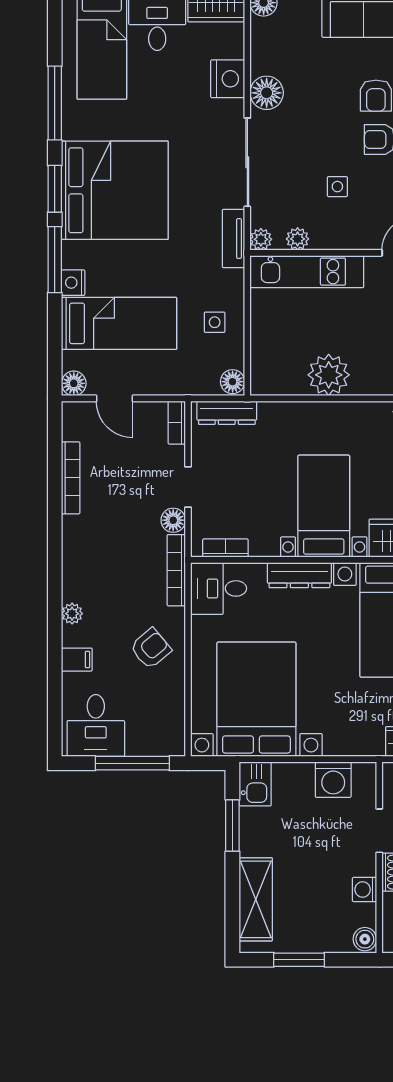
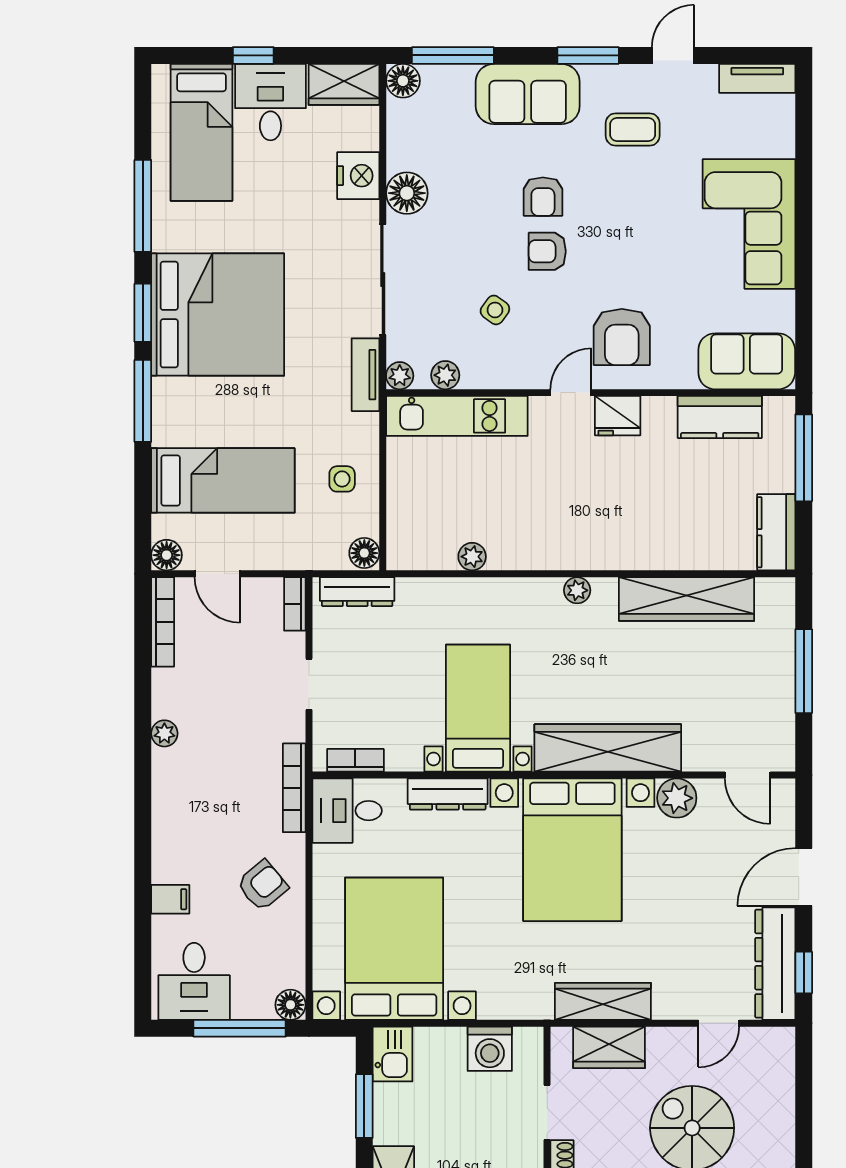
side table: (337, 187) -> (495, 310), turned 36
nightstand: (73, 283) -> (166, 430), removed
plant: (329, 375) -> (472, 557), width x0.53, depth x0.53
bookcase: (71, 478) -> (163, 622), moved
floor lamp: (173, 520) -> (290, 1005), moved
plant: (72, 614) -> (164, 733), moved

